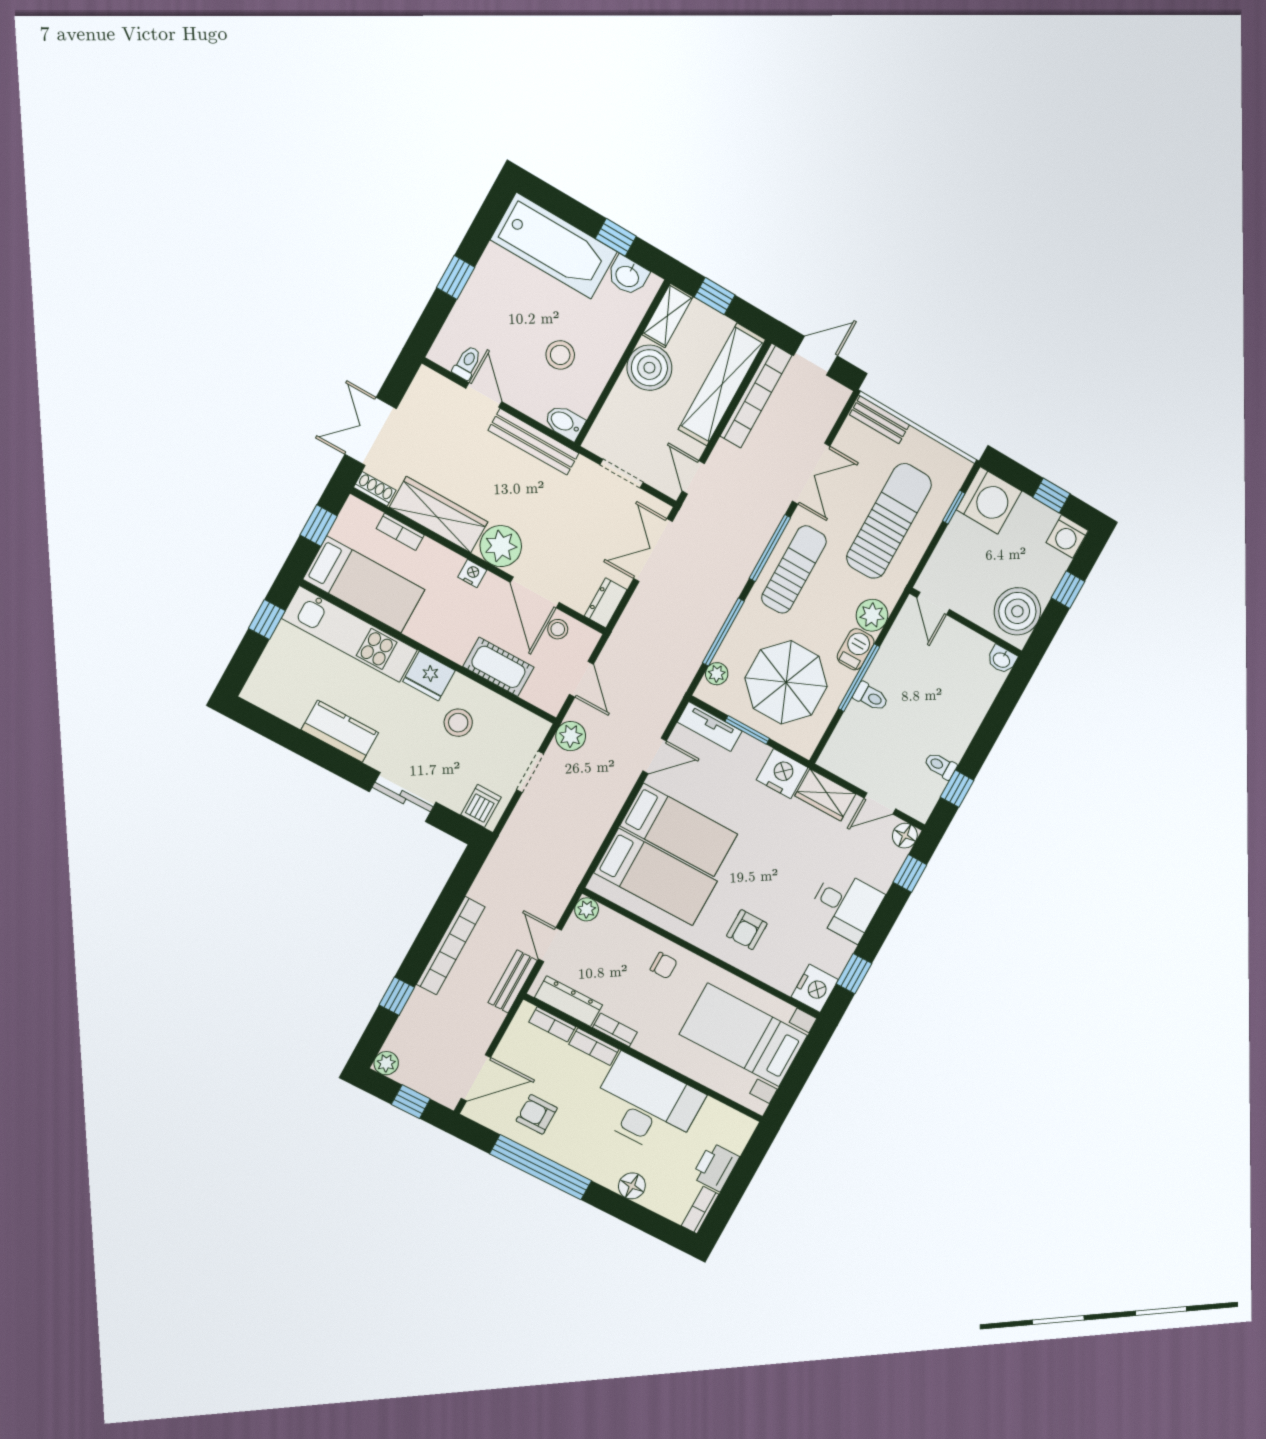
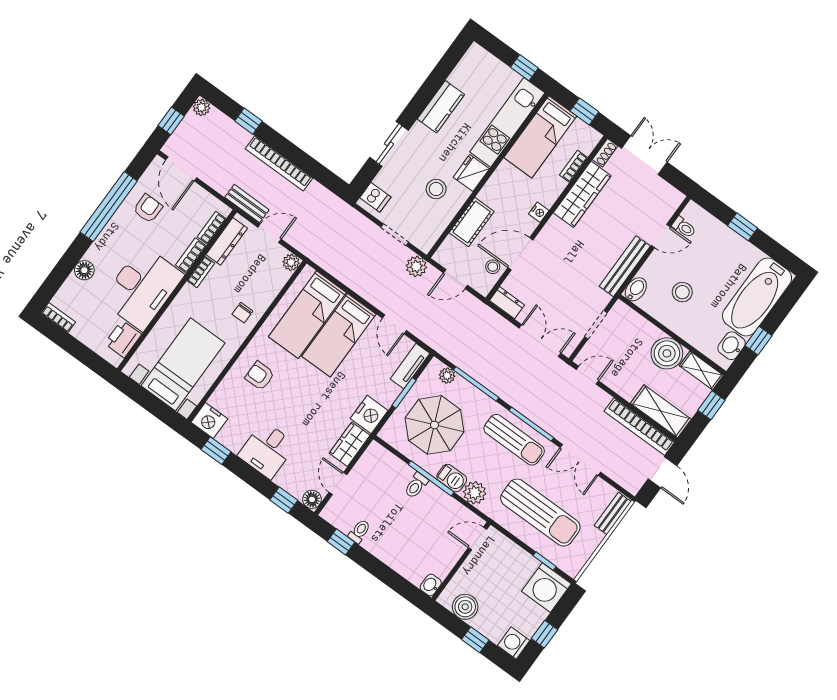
shelving: (722, 384) -> (661, 411), width x0.68
plant: (501, 546) -> (555, 234), removed
boiler: (1017, 611) -> (465, 607), width x0.73, depth x0.73
printer: (715, 1167) -> (123, 339), moved, turned -90

